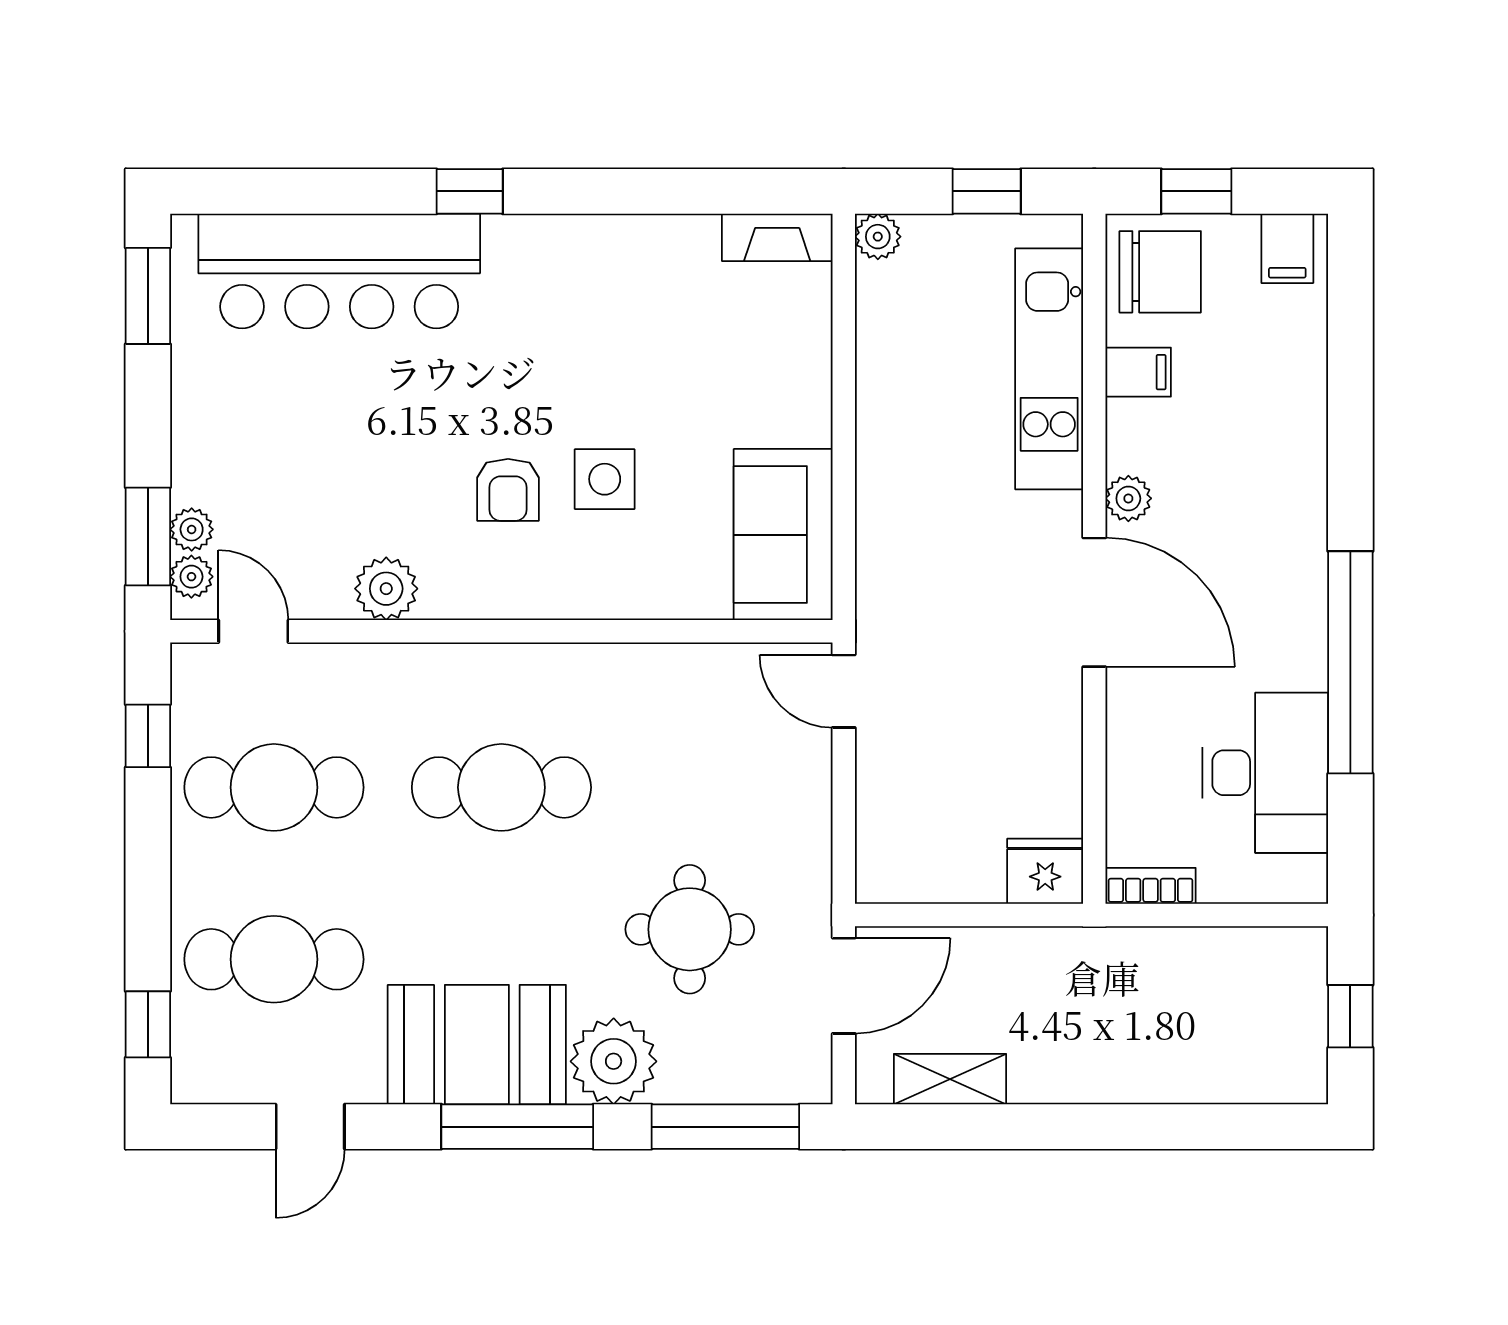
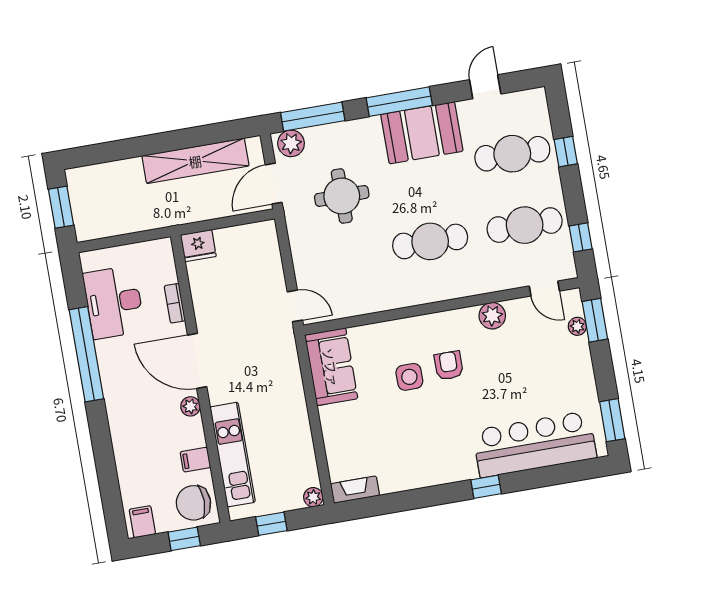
plant: (191, 577) -> (574, 307), removed
bookcase: (1151, 886) -> (175, 303), moved, turned 90
window: (1350, 1016) -> (61, 207), width x1.50
window: (148, 1024) -> (566, 152), moved
plant: (614, 1061) -> (291, 143), moved, width x0.73, depth x0.73
shelving: (950, 1079) -> (195, 161), width x2.20, depth x1.33

